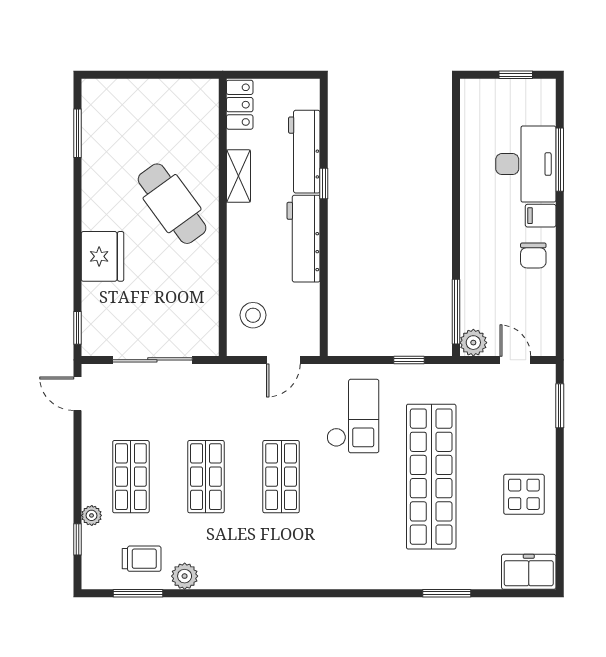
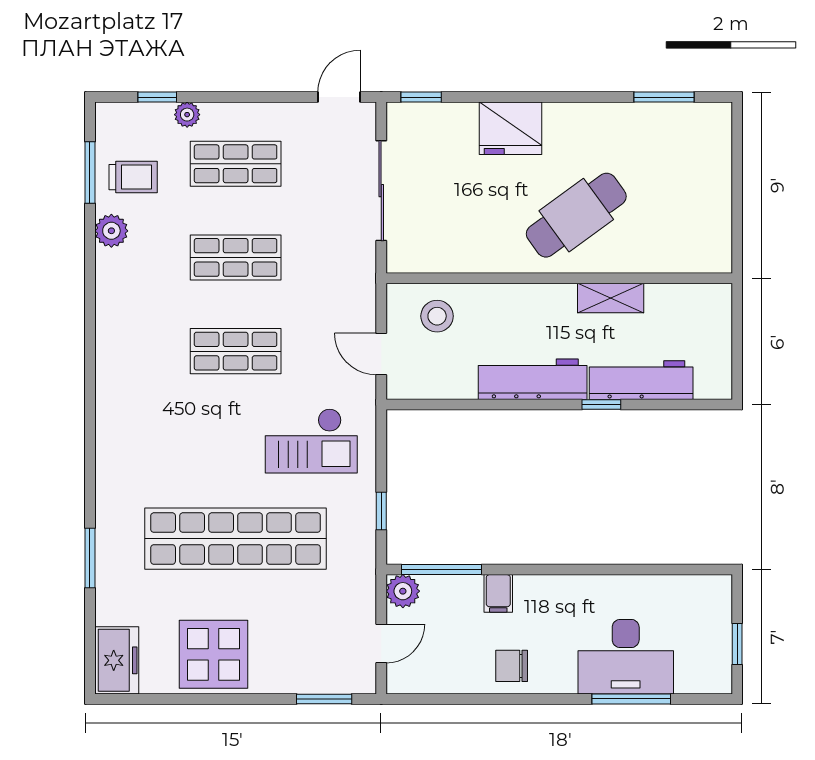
locker: (240, 105) -> (700, 300), removed
filing cabinet: (541, 216) -> (498, 593), moved, turned 180
display table: (524, 494) -> (214, 654), width x1.36, depth x1.36
trolley: (142, 559) -> (133, 177), turned -90

